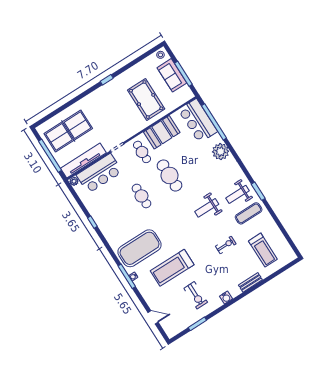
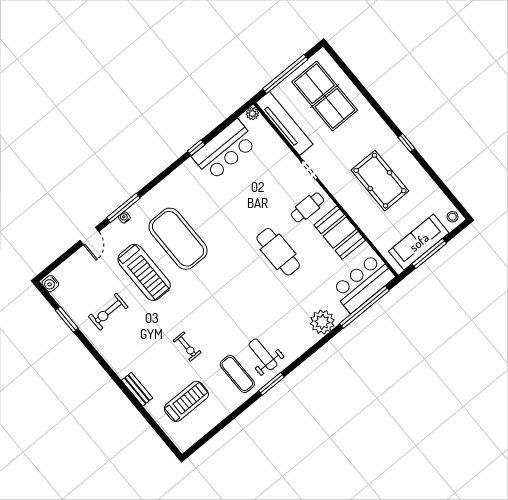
sofa: (172, 75) -> (419, 242), width x1.36
pool table: (146, 100) -> (380, 181), moved, turned 90
bar counter: (99, 173) -> (225, 150), moved, turned -90
cafe table: (169, 175) -> (278, 252), turned 90
cafe table: (141, 196) -> (243, 215), removed
weight bench: (207, 208) -> (238, 312), removed
exercise mat: (139, 248) -> (178, 239), moved
treadmill: (263, 250) -> (186, 401), turned 180
treadmill: (172, 268) -> (144, 272), turned 180
water cooler: (226, 298) -> (50, 284), moved
door: (153, 317) -> (89, 236), moved

